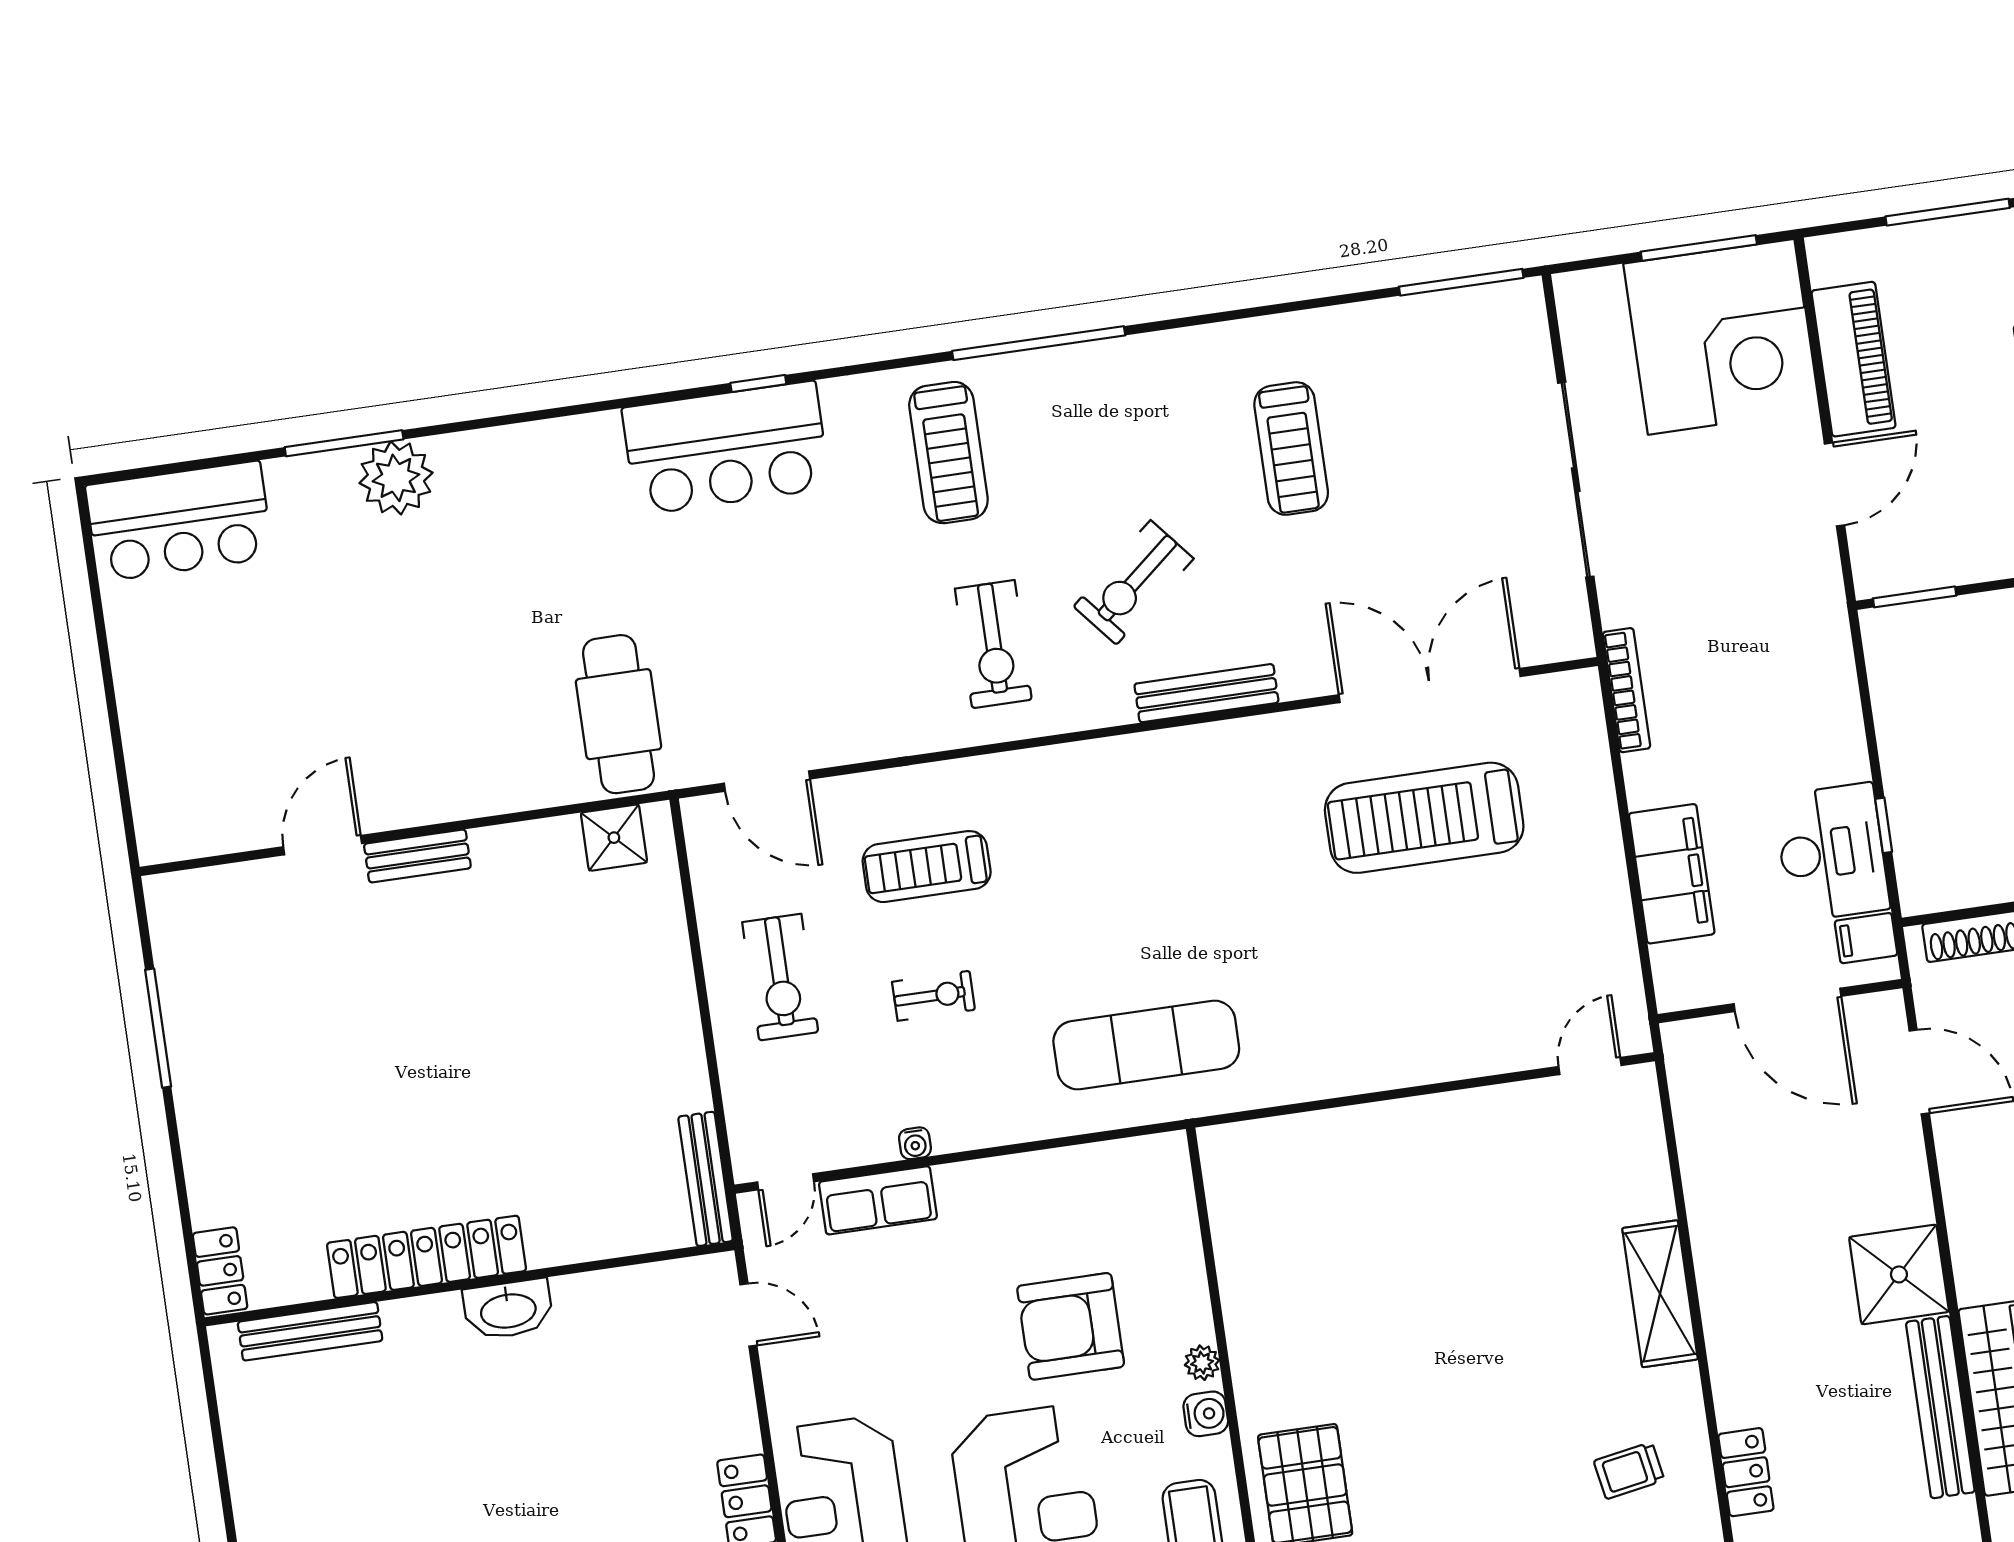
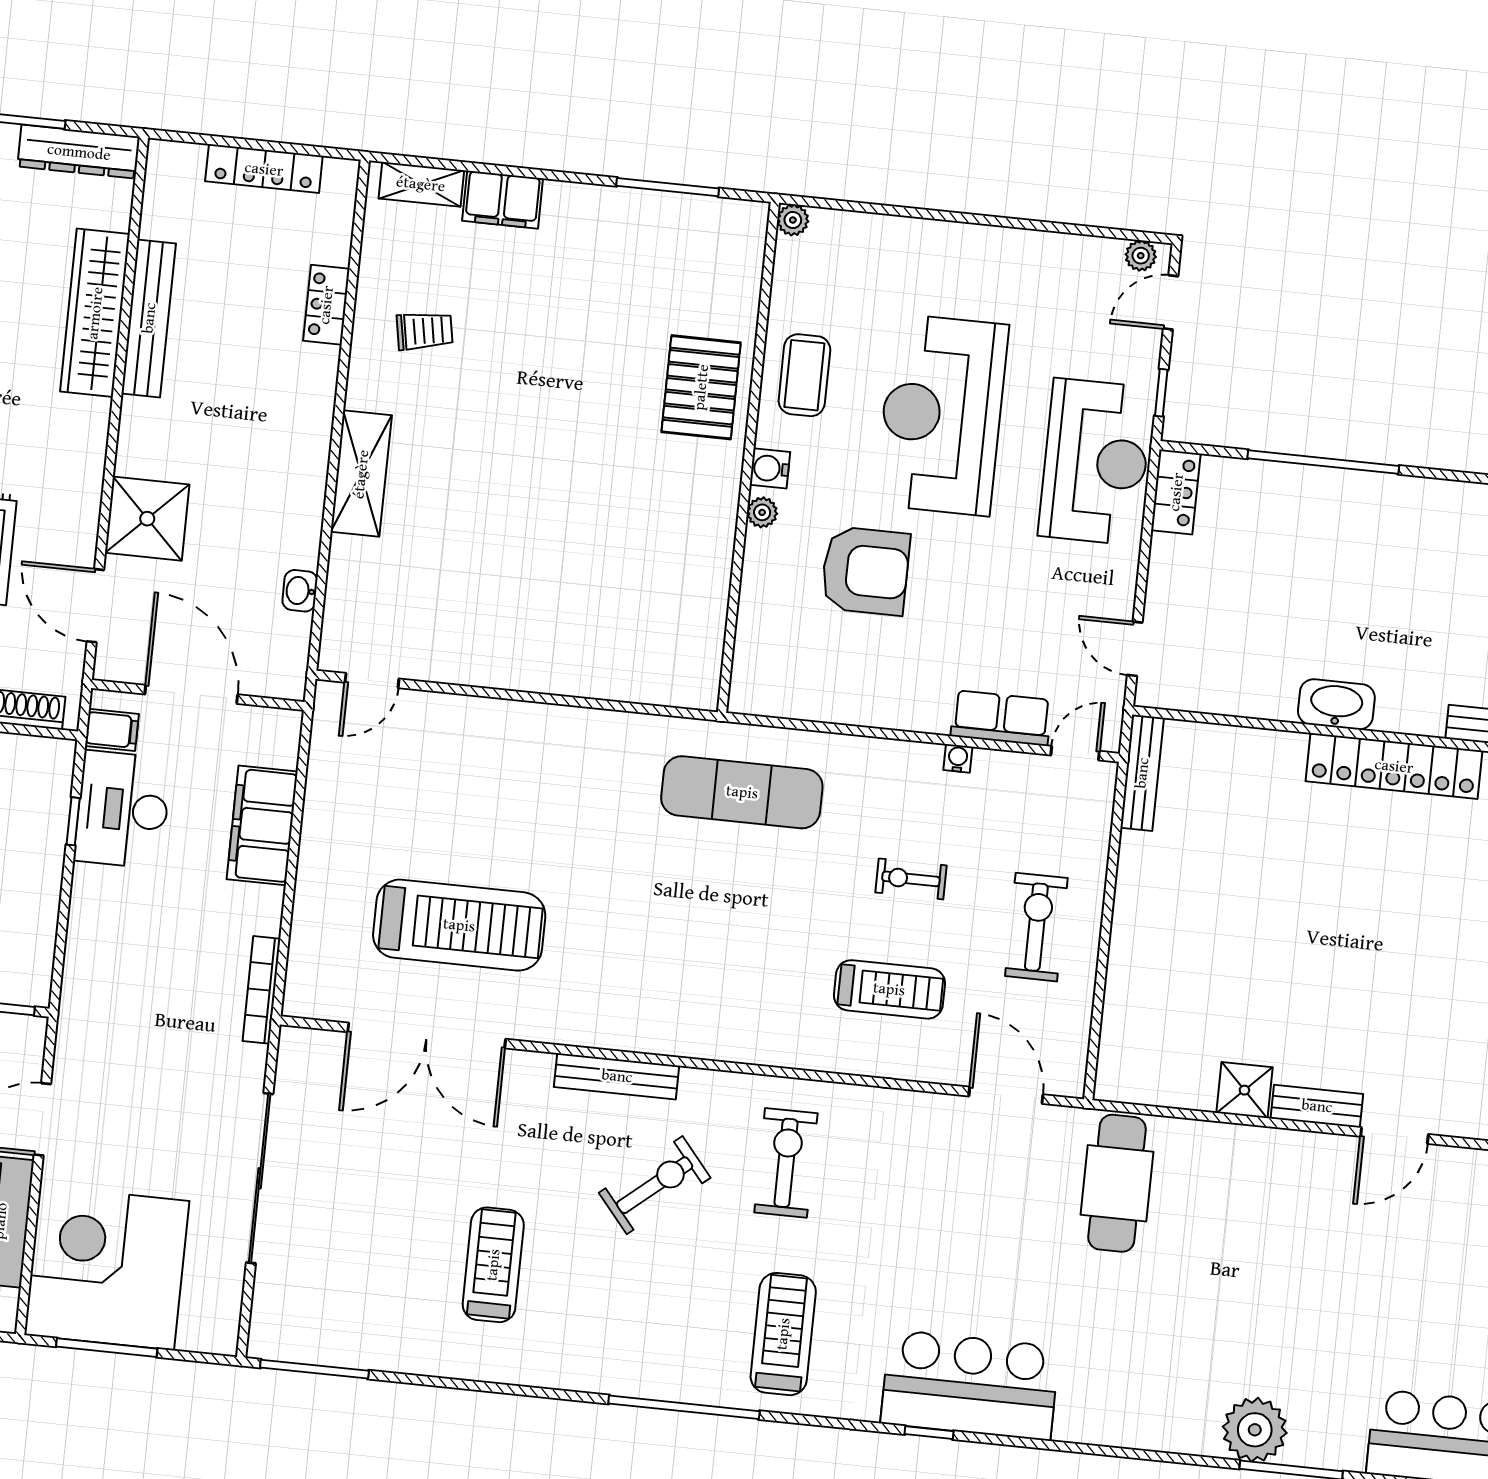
shower: (614, 838) -> (1244, 1090), moved
washbasin: (1695, 1146) -> (300, 591), added
shower: (1899, 1274) -> (147, 519), moved

